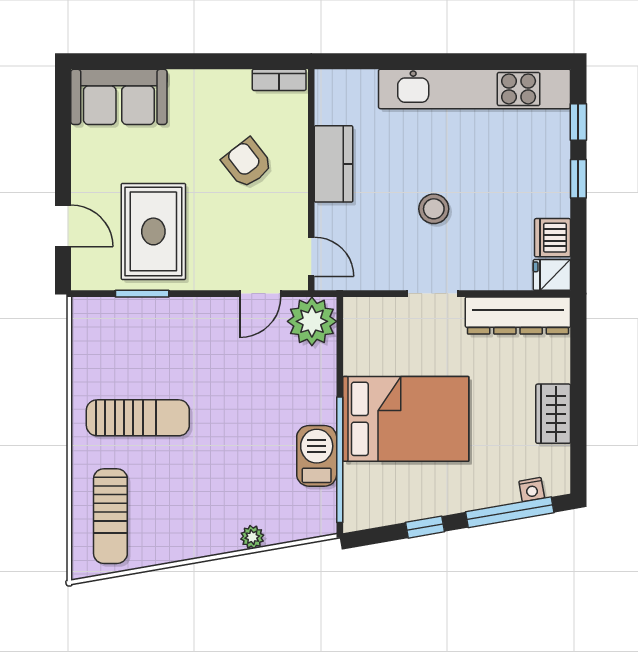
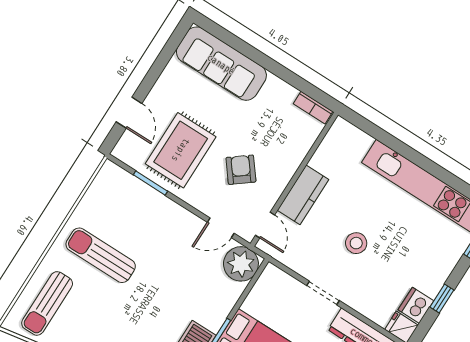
sofa: (119, 97) -> (221, 64), width x1.36
armchair: (247, 163) -> (241, 170), moved
kitchen counter: (334, 164) -> (303, 195), moved
window: (578, 179) -> (442, 299), moved
sun lounger: (138, 418) -> (101, 255), turned 180

